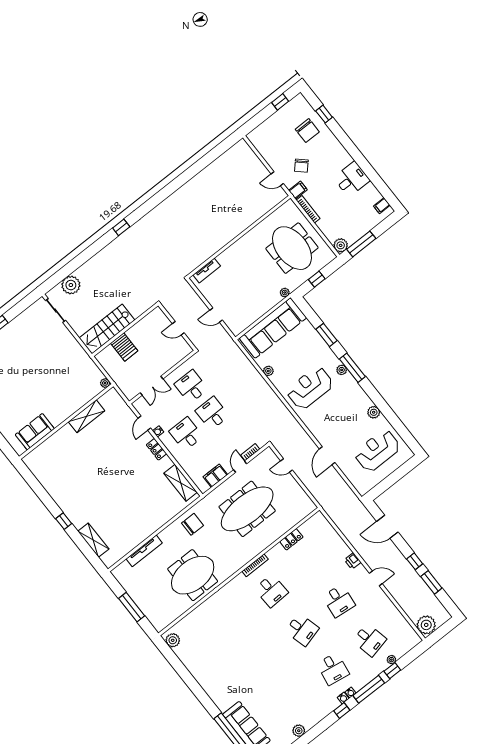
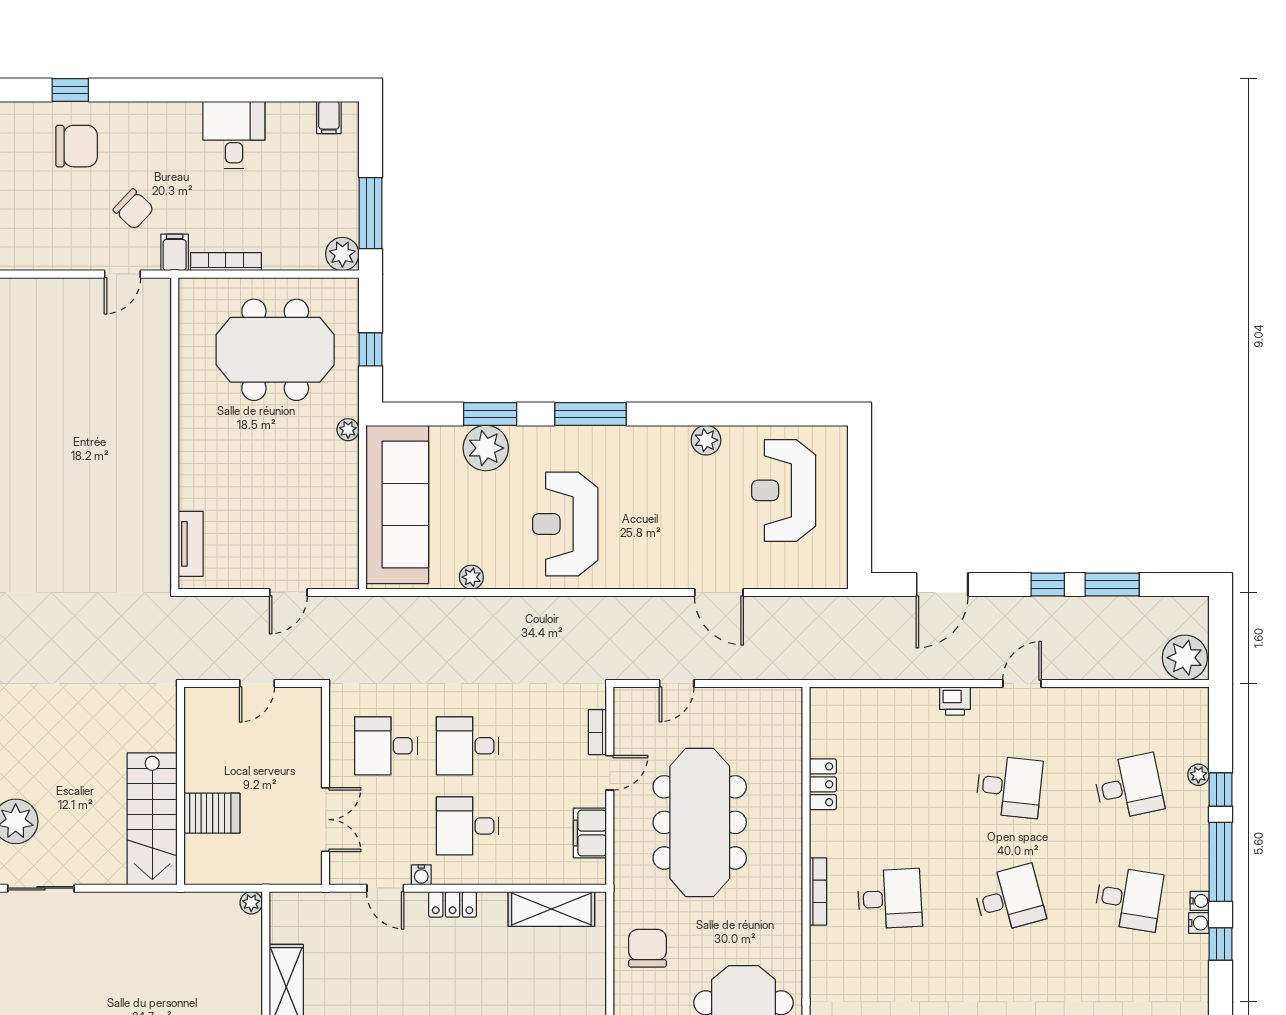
plant: (342, 370) -> (486, 448), moved, width x1.87, depth x1.87
door: (240, 467) -> (610, 773), swing flipped

